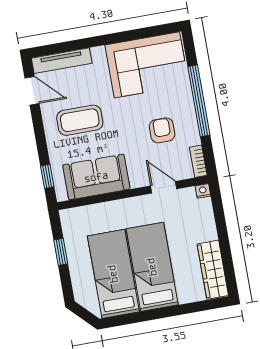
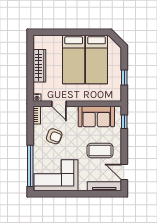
window: (199, 101) -> (30, 166), moved
armchair: (162, 130) -> (54, 136), turned -69
wardrobe: (213, 270) -> (39, 66), moved

